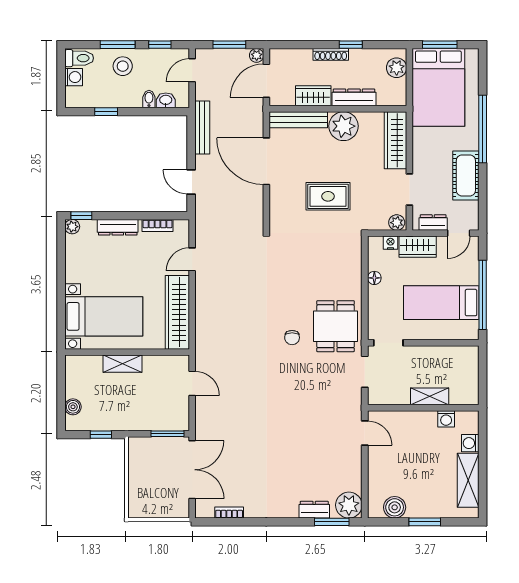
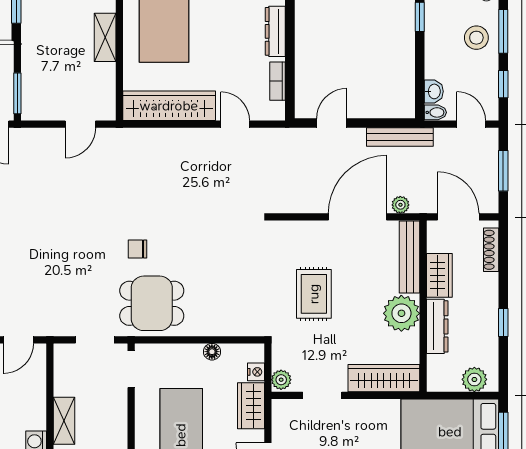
shoe rack: (331, 54) -> (491, 250), moved
plant: (257, 55) -> (400, 205), moved
bidet: (149, 99) -> (435, 112), moved
dresser: (433, 223) -> (281, 425), removed

